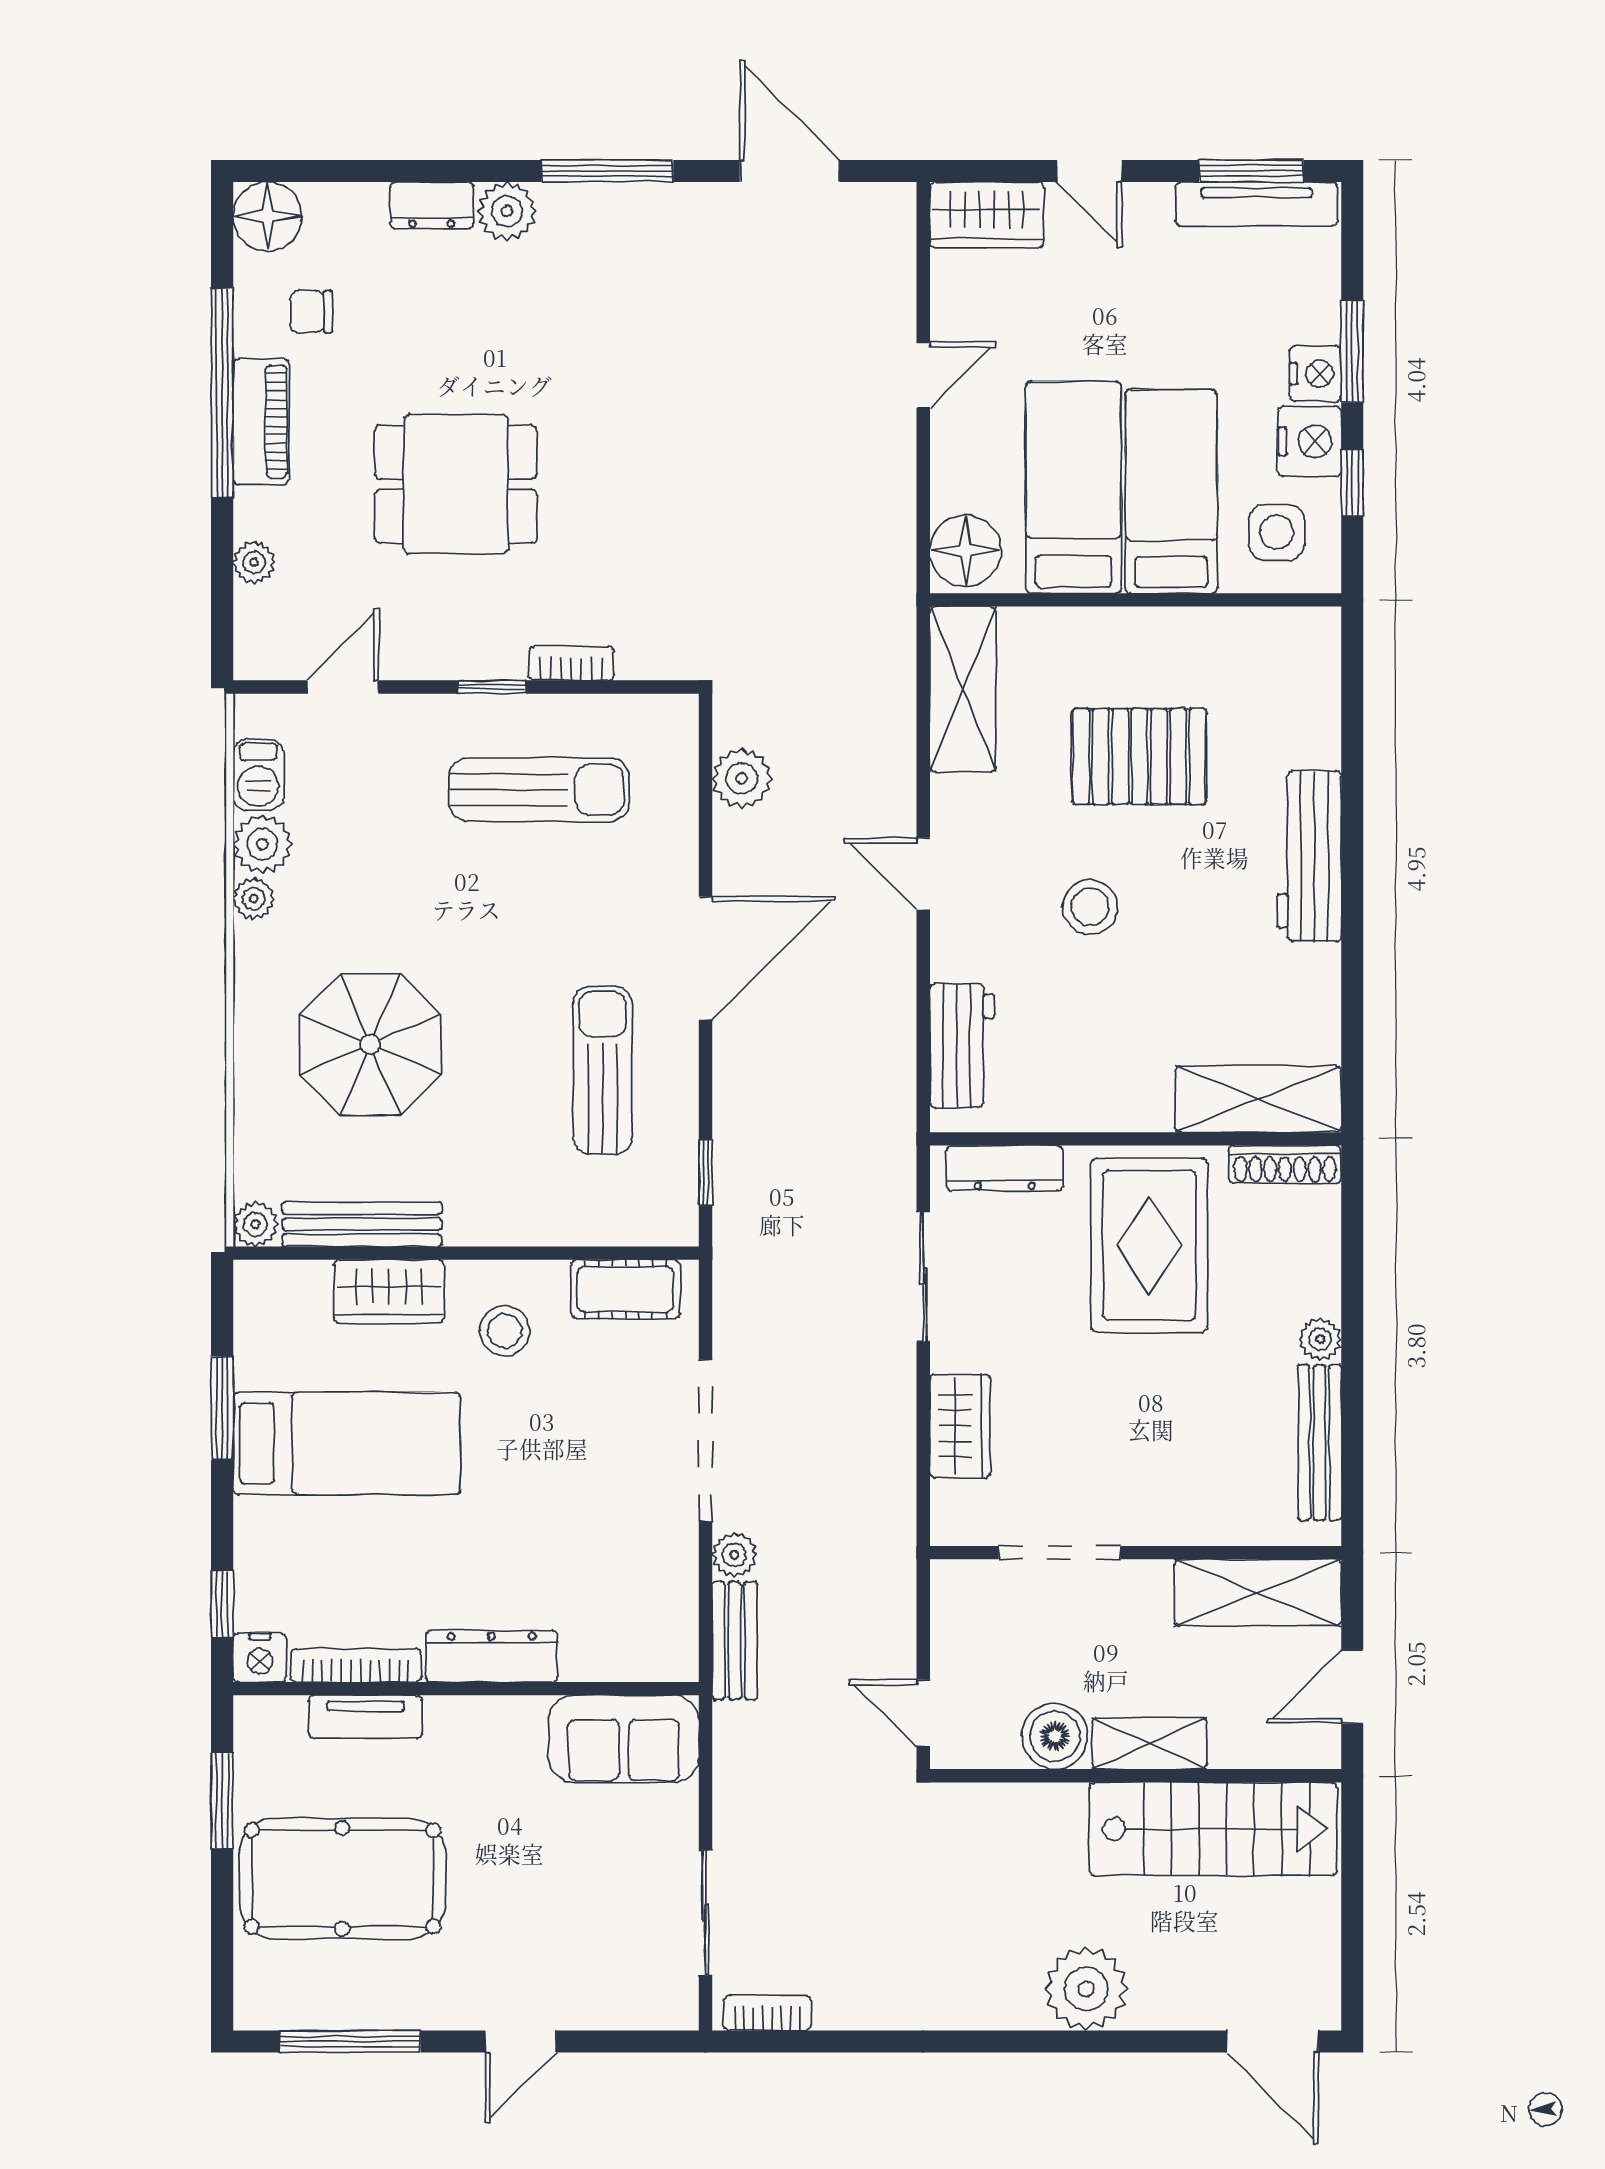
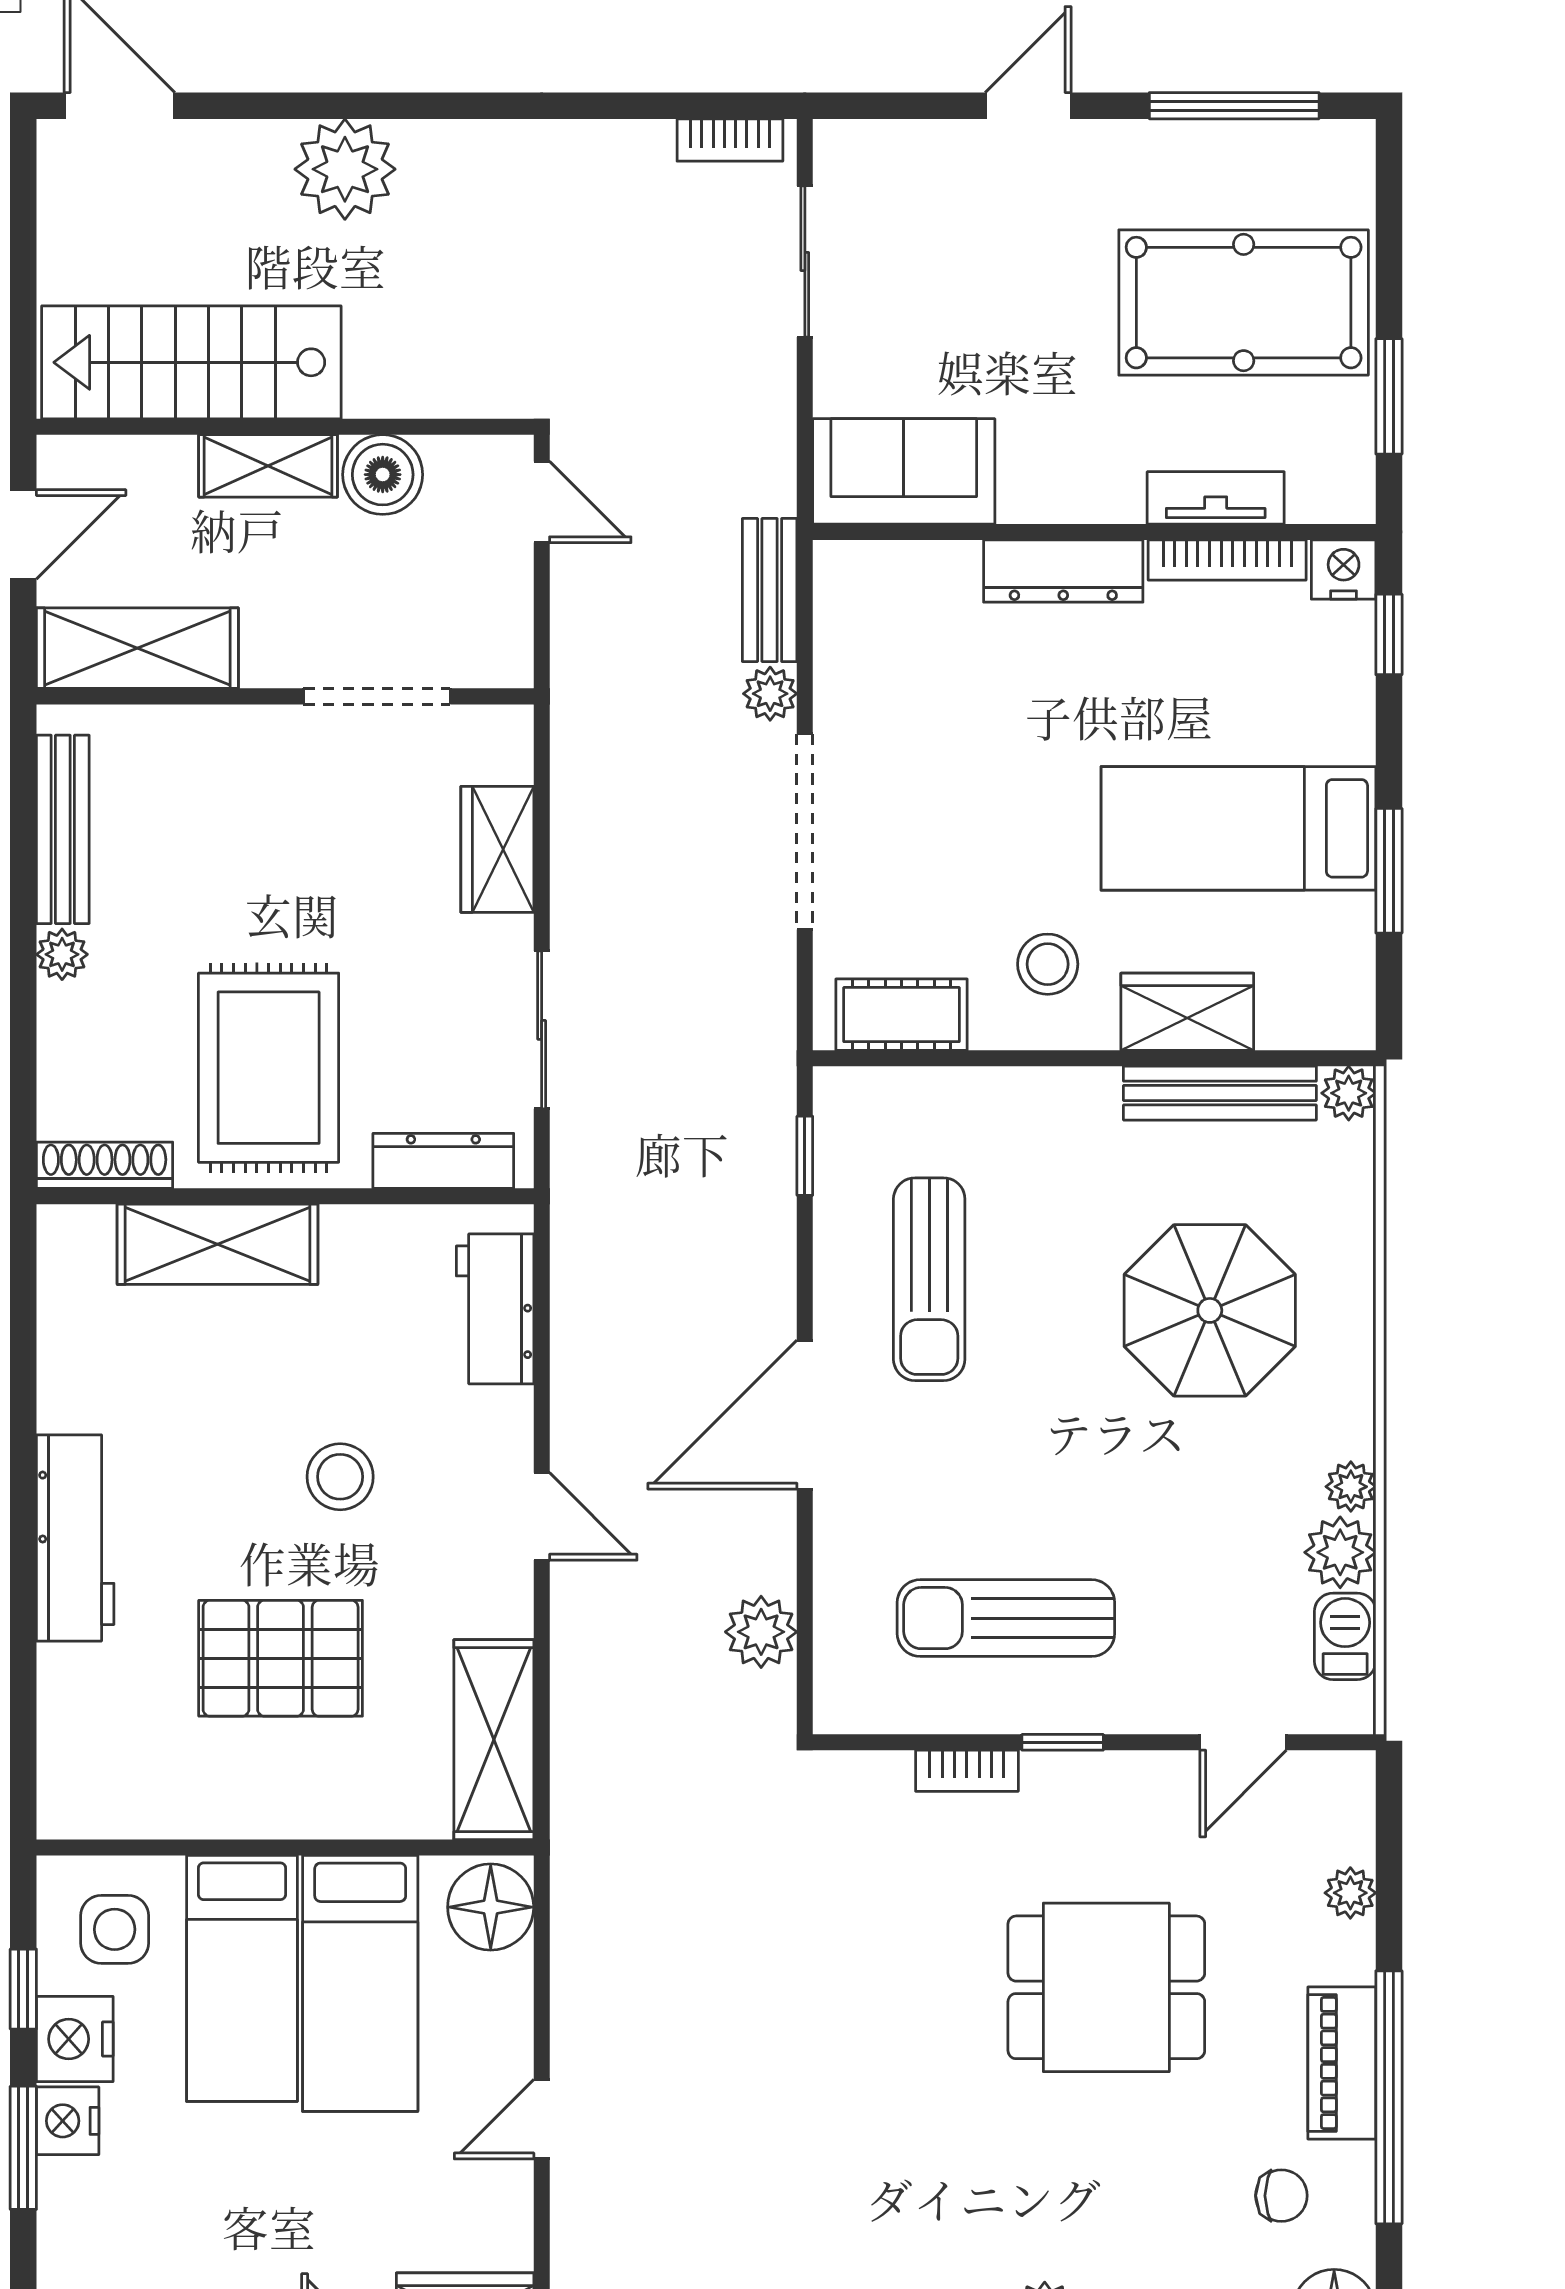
shelving: (1258, 1099) -> (218, 1244), moved

